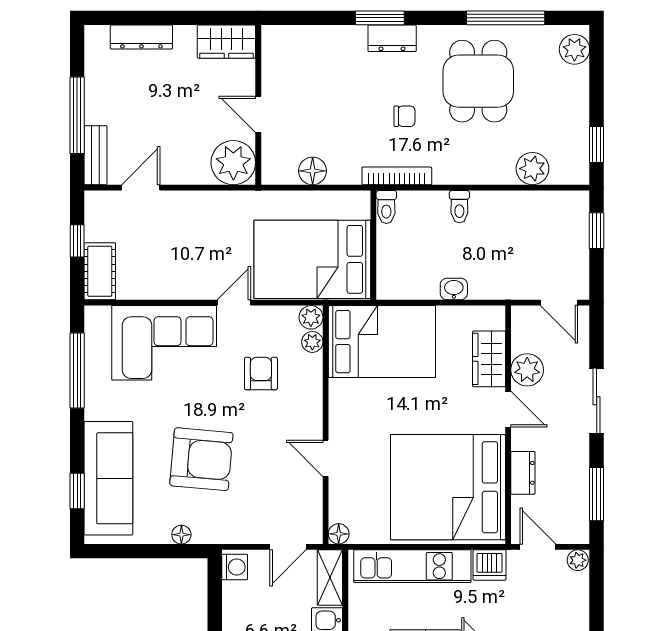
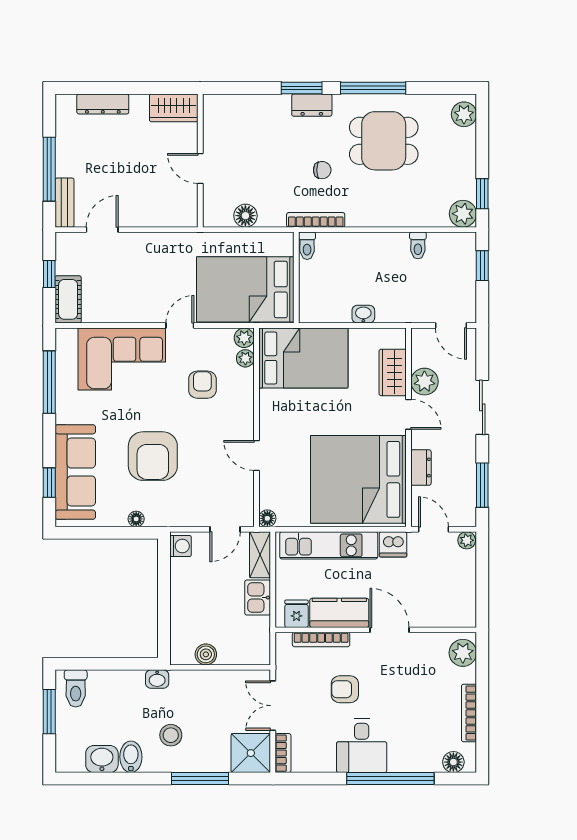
window: (506, 18) -> (373, 88), moved
dining table: (478, 81) -> (384, 141), turned 90
plant: (233, 163) -> (179, 209), removed
plant: (532, 169) -> (463, 214), moved
toilet: (459, 207) -> (418, 245), moved
armchair: (201, 459) -> (153, 456), turned 85

